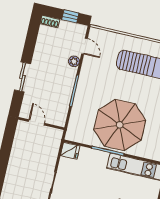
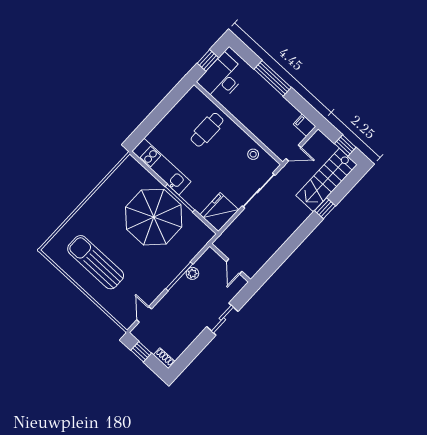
plant: (74, 61) -> (192, 273), moved
fridge: (70, 151) -> (219, 212), width x1.88, depth x1.34

